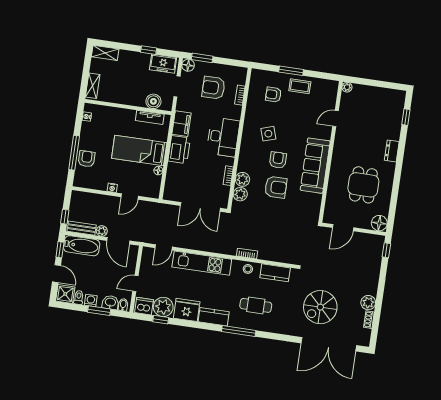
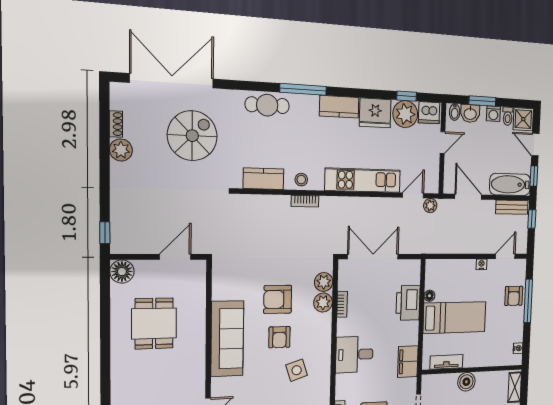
boiler: (153, 101) -> (466, 382), moved
desk: (223, 137) -> (354, 354), width x0.73
printer: (179, 150) -> (408, 303), moved
dresser: (392, 151) -> (119, 380), removed
door: (130, 197) -> (505, 256), moved
plant: (102, 231) -> (430, 206), moved
cafe table: (256, 305) -> (267, 105), moved

